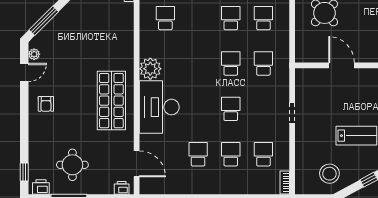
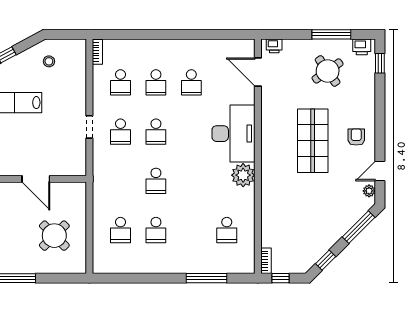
school desk: (263, 63) -> (120, 132), moved
shop shelf: (111, 101) -> (313, 141), moved
round table: (72, 165) -> (328, 71), turned -35
stool: (329, 174) -> (49, 61), width x0.53, depth x0.53

